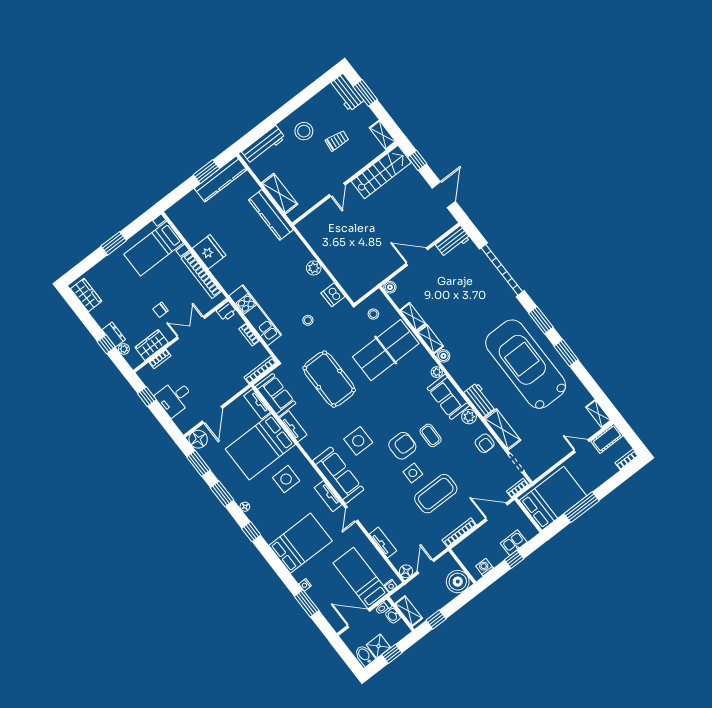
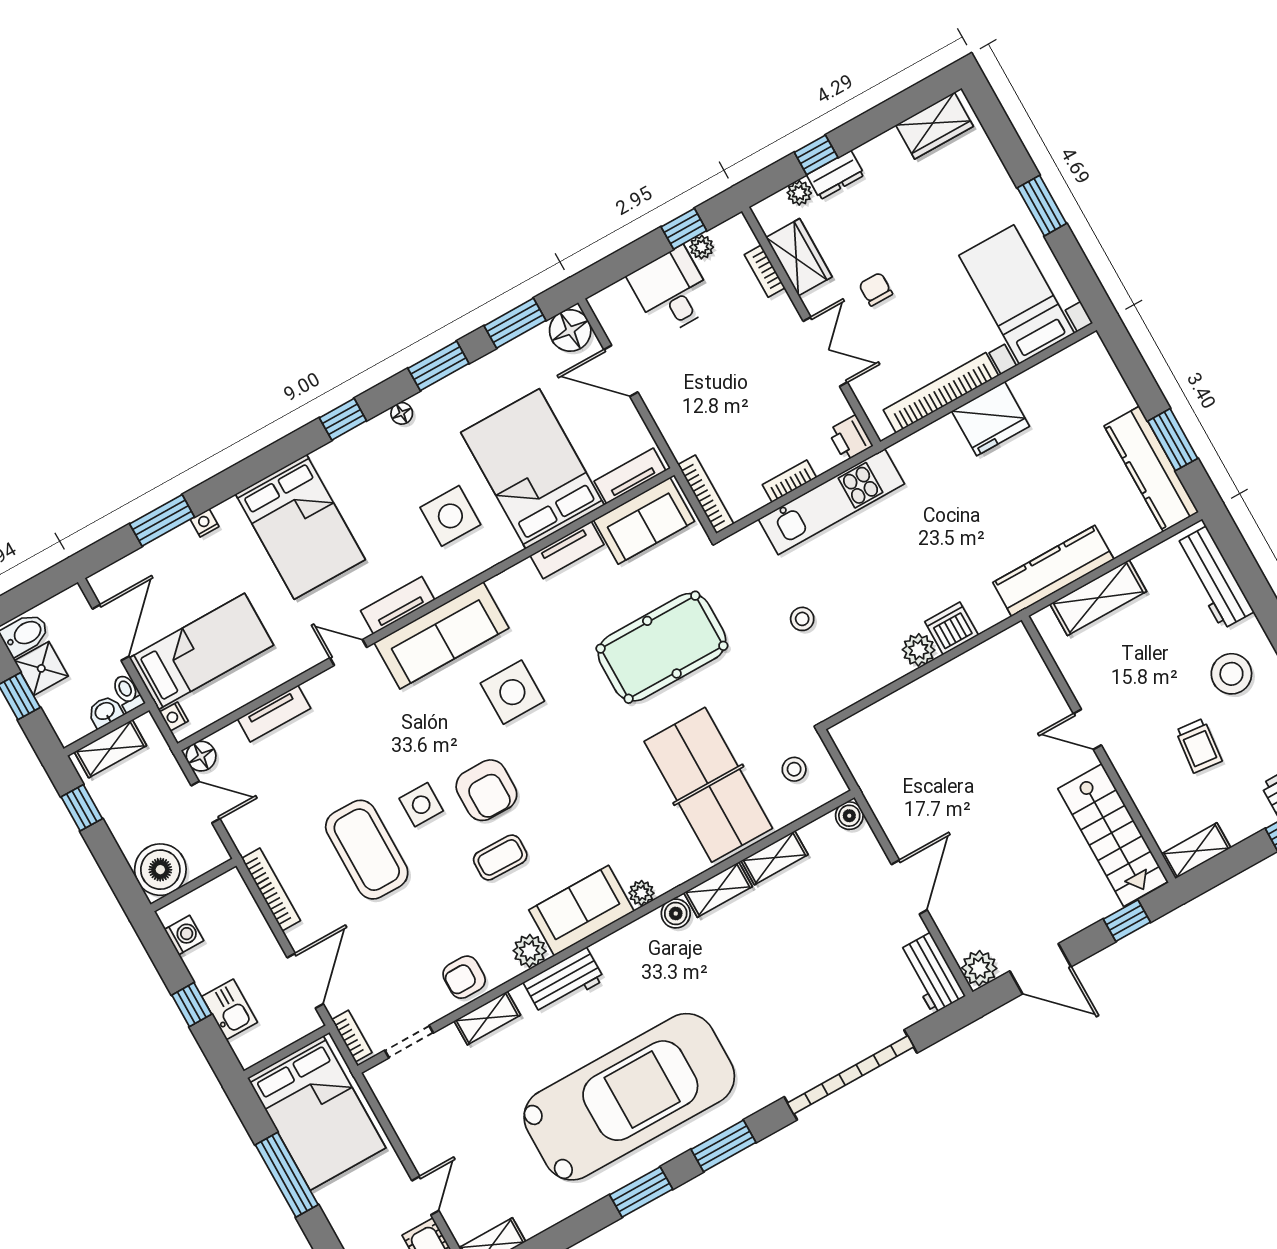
plant: (447, 221) -> (979, 968), added
dishwasher: (333, 295) -> (952, 628), moved
plant: (154, 388) -> (702, 247), added
shelving: (502, 429) -> (487, 1018), width x0.67, depth x0.75

